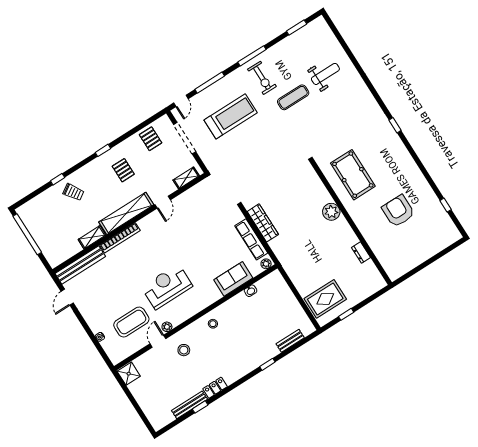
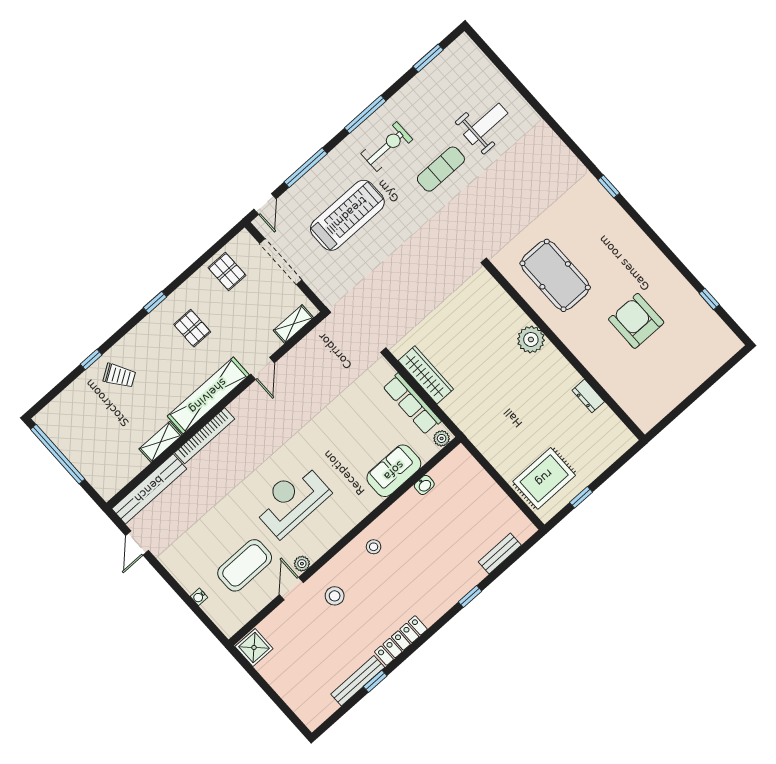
exercise bike: (262, 78) -> (387, 147), turned -90
locker: (215, 388) -> (401, 640), width x1.53

